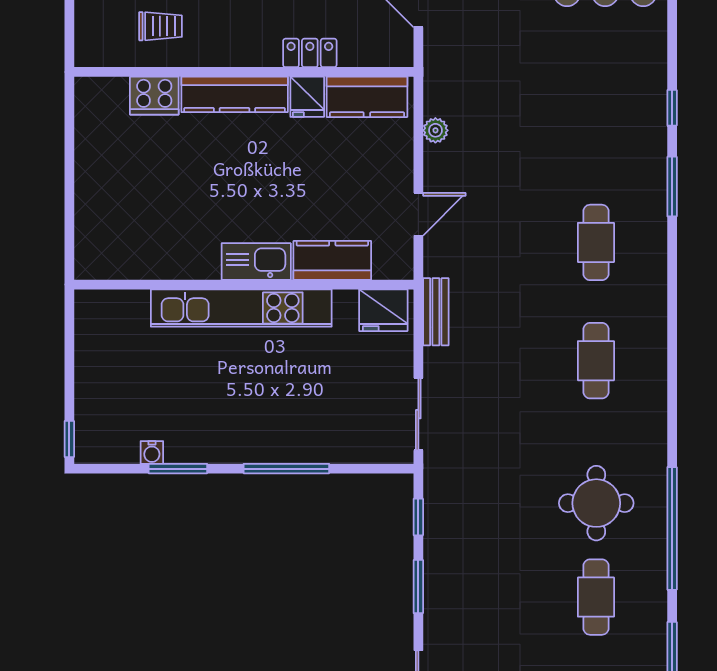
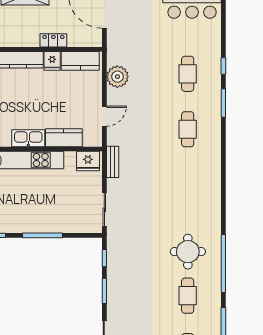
plant: (435, 130) -> (117, 77), width x1.88, depth x1.88
cafe table: (596, 361) -> (188, 74), moved

